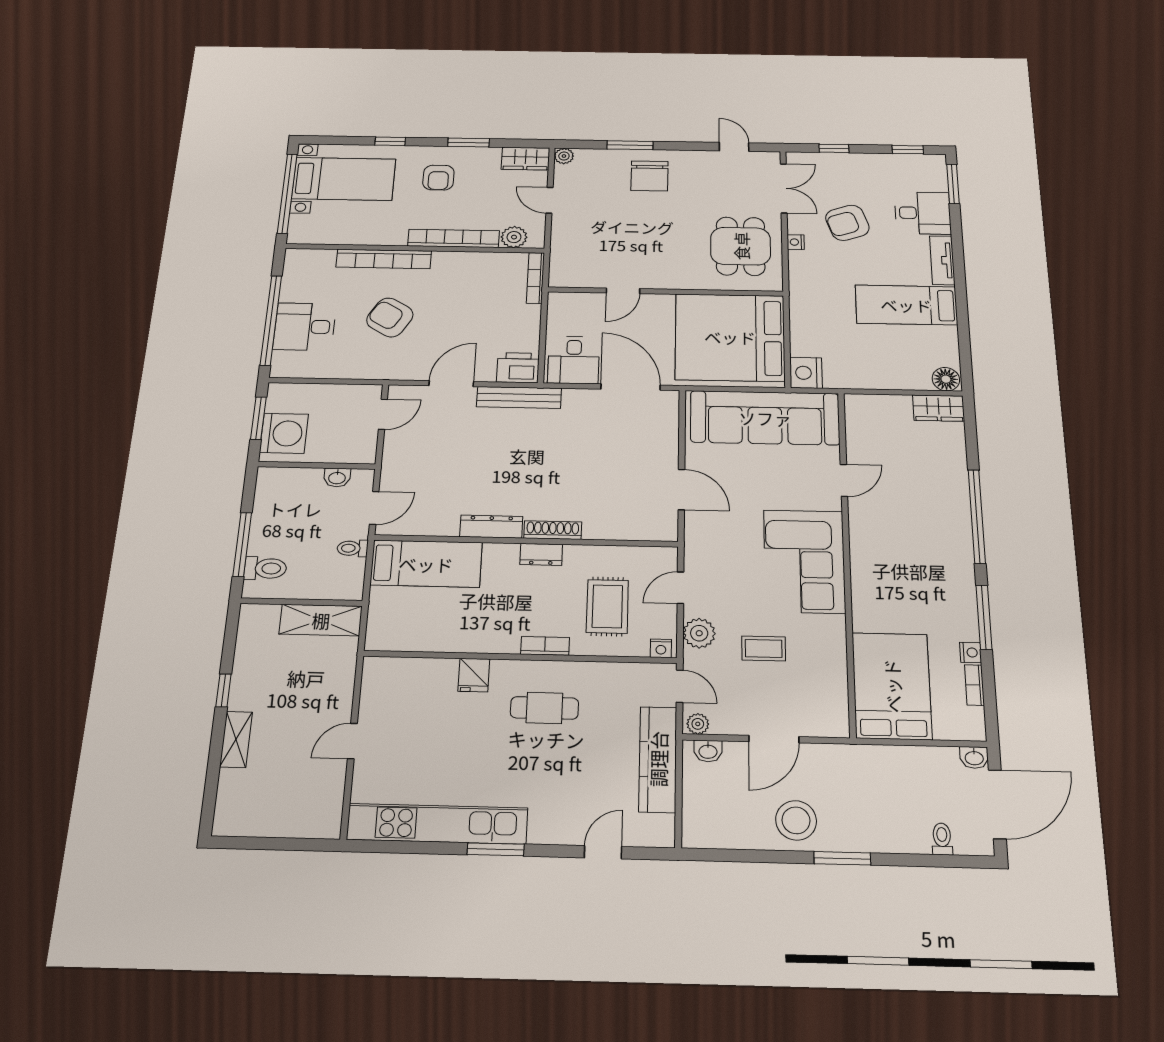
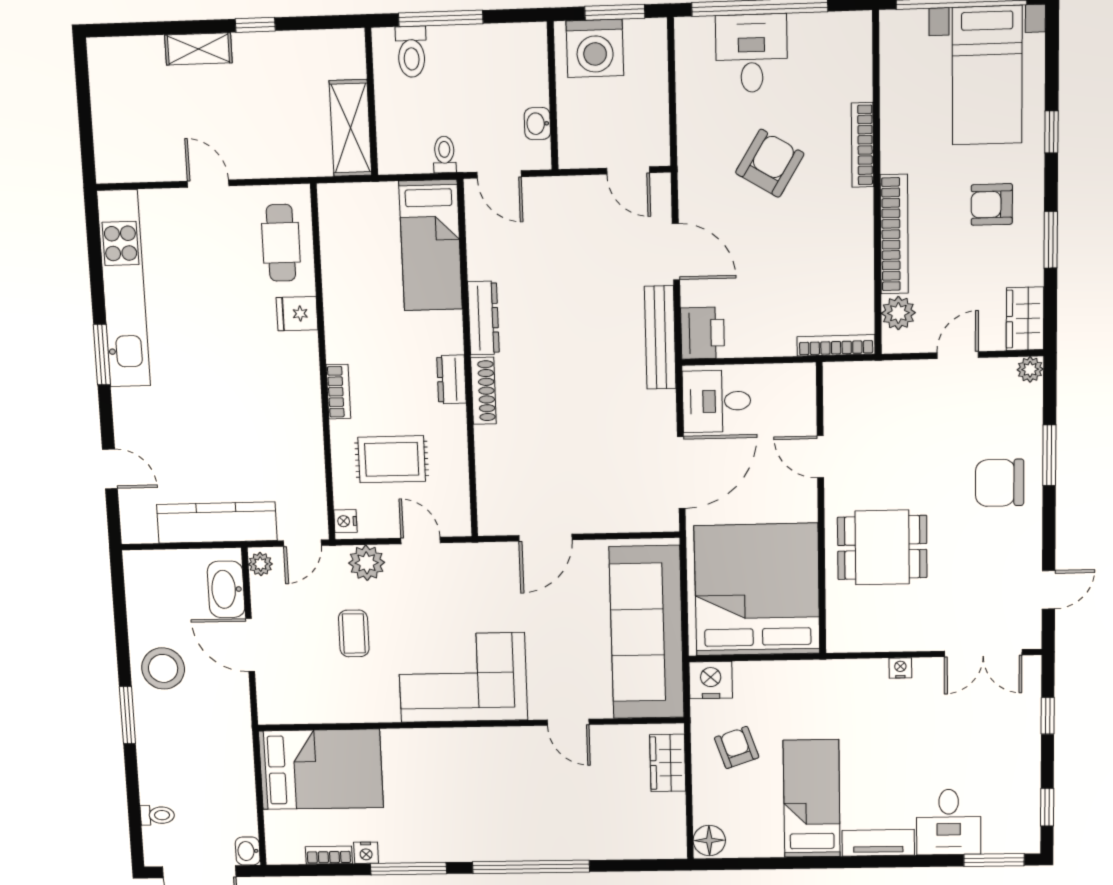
armchair: (847, 223) -> (737, 748), moved, width x0.72, depth x0.72
dining table: (741, 246) -> (882, 547), moved
bookcase: (384, 259) -> (863, 145), width x0.68, depth x0.76
wardrobe: (939, 408) -> (668, 763), moved
cafe table: (544, 708) -> (281, 243), moved
washbasin: (708, 751) -> (226, 589), width x1.91, depth x1.45

